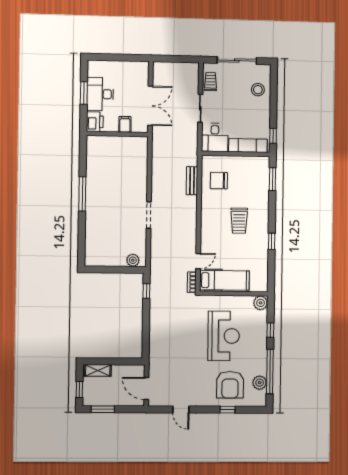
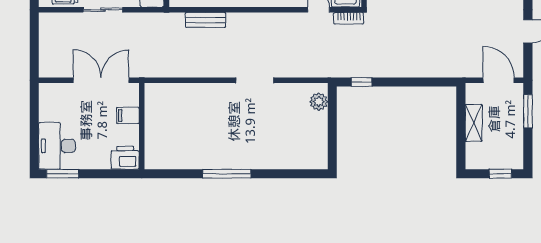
window: (84, 93) -> (63, 174), moved
desk: (100, 94) -> (57, 146), moved, turned 90
shelving: (98, 370) -> (474, 123), moved
door: (146, 389) -> (499, 80), swing flipped
window: (103, 409) -> (528, 111), moved

